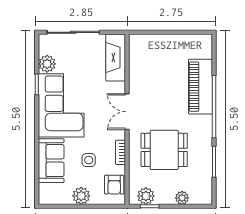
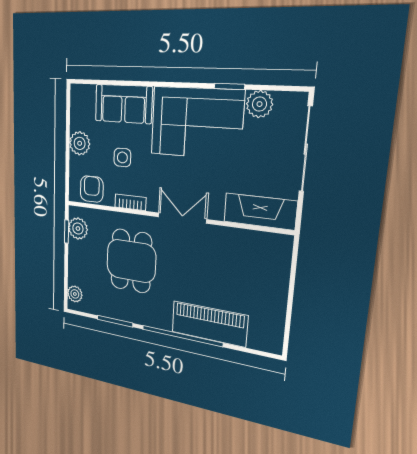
armchair: (114, 185) -> (92, 189), turned 90
plant: (182, 198) -> (75, 294), moved

